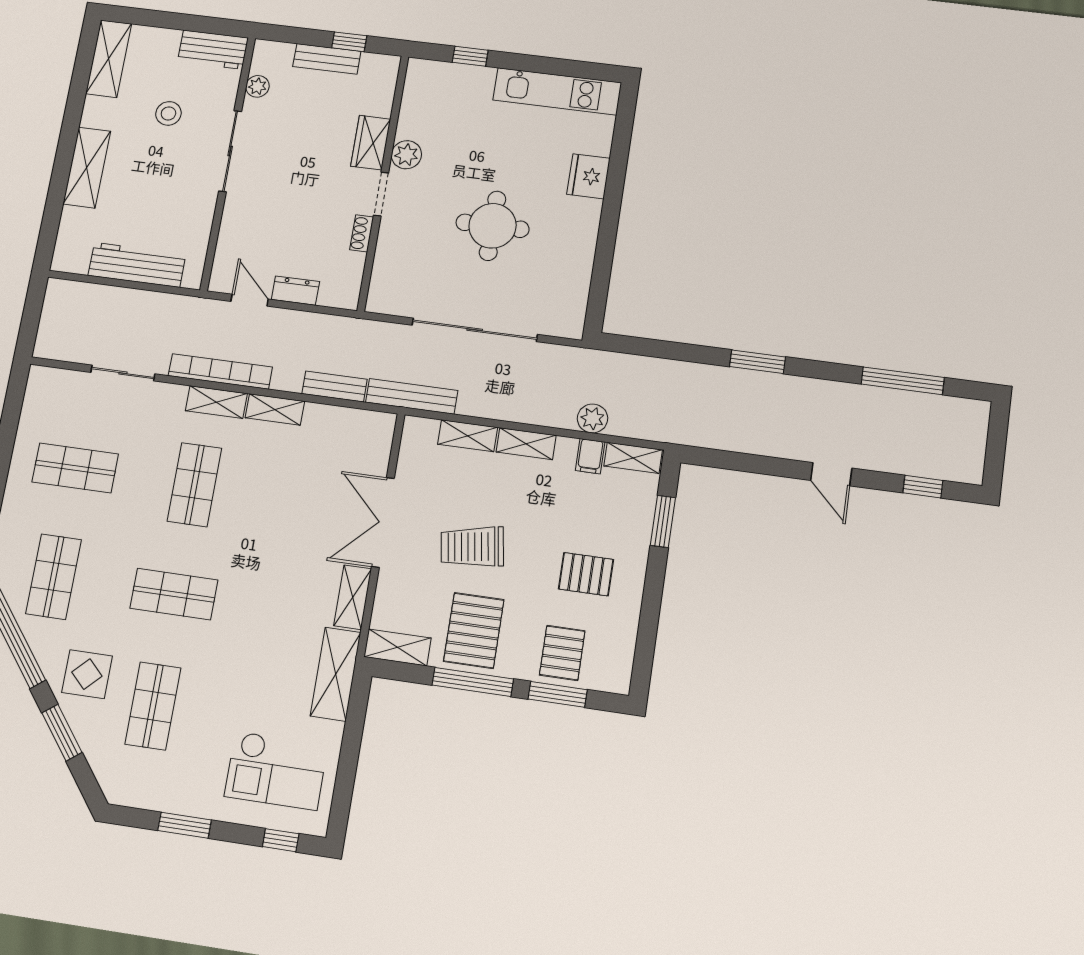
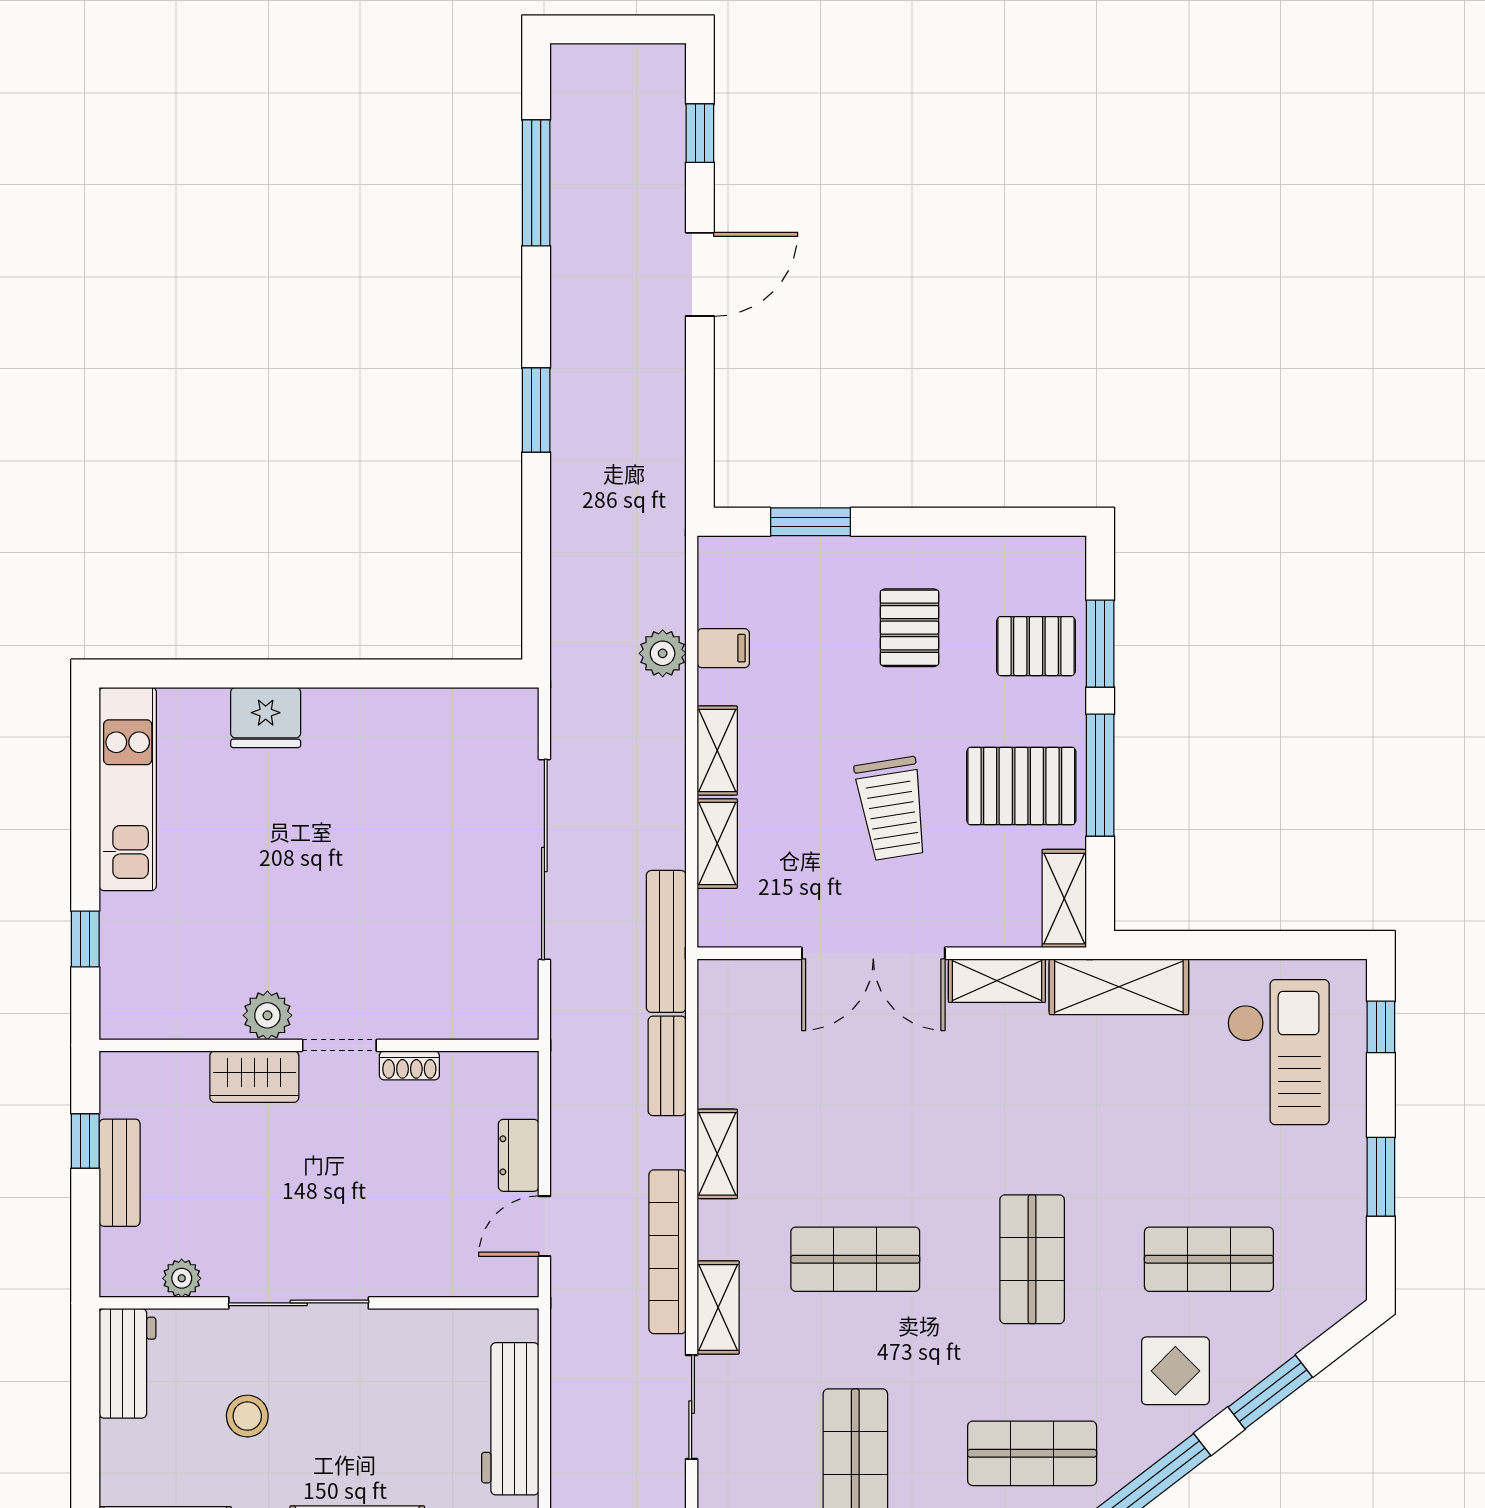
round table: (492, 226) -> (369, 858), removed
shelving: (216, 402) -> (718, 1307), moved
shelving: (633, 458) -> (717, 582), removed
door: (831, 474) -> (700, 274), width x1.38

